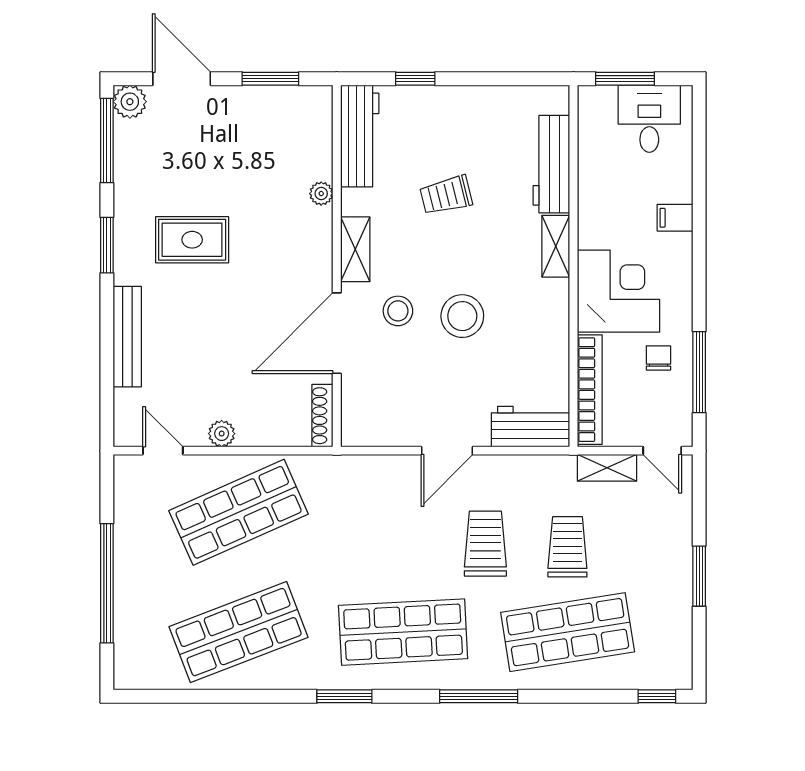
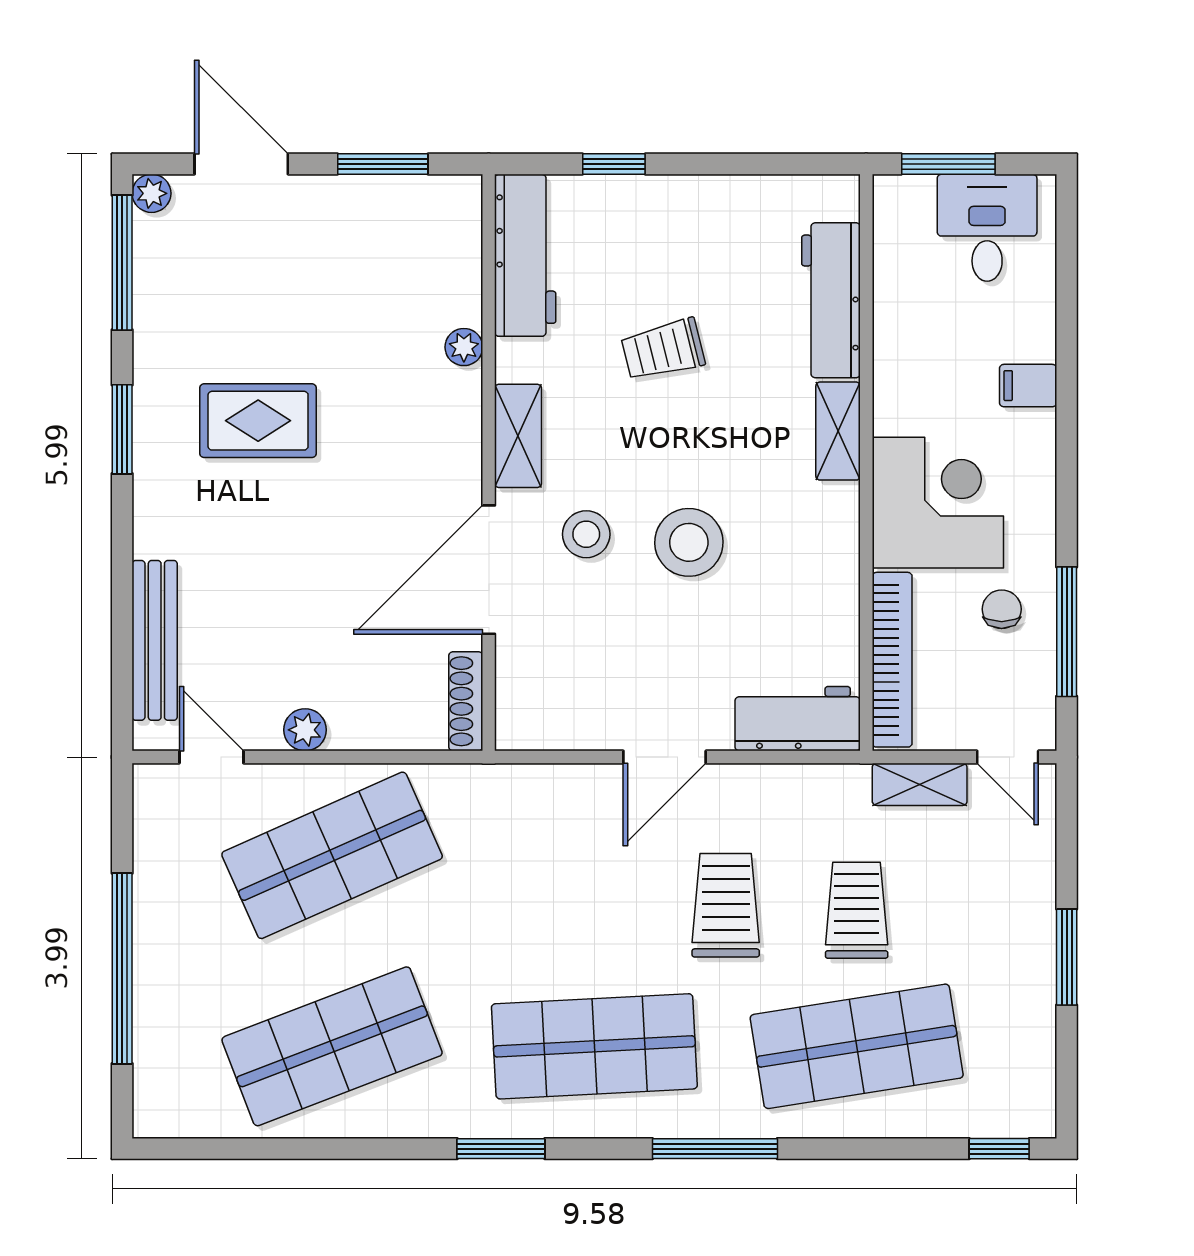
plant: (130, 102) -> (152, 193), width x0.73, depth x0.73
bench: (127, 337) -> (155, 640), moved

